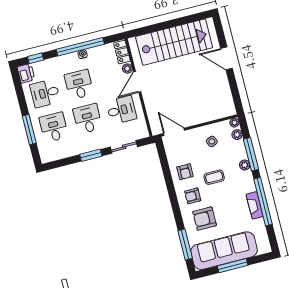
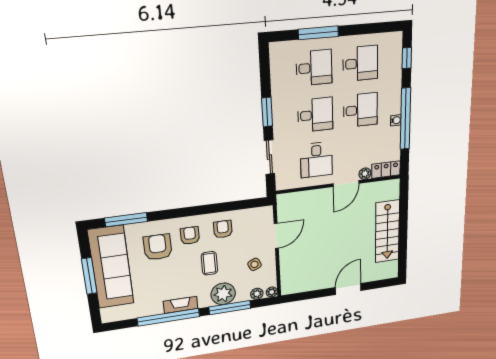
stairs: (174, 42) -> (387, 231), width x0.73, depth x0.66
printer: (26, 73) -> (391, 42), removed
door: (137, 82) -> (346, 184), swing flipped
desk: (45, 93) -> (360, 63), turned 90
door: (174, 132) -> (276, 236), moved
plant: (245, 165) -> (223, 294), width x1.87, depth x1.87
armchair: (185, 172) -> (223, 229), turned 90
fireplace: (255, 205) -> (181, 305), moved

